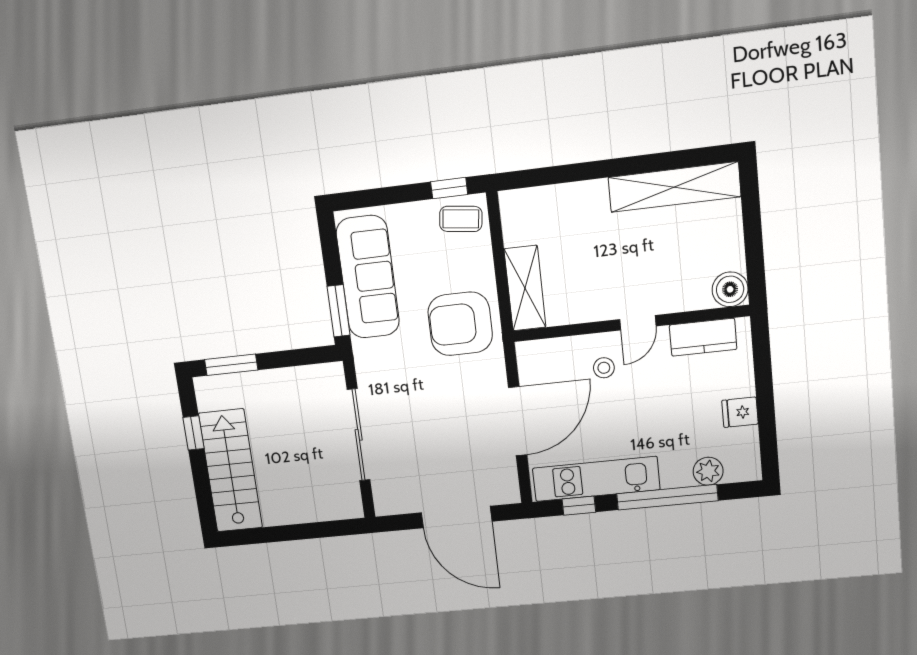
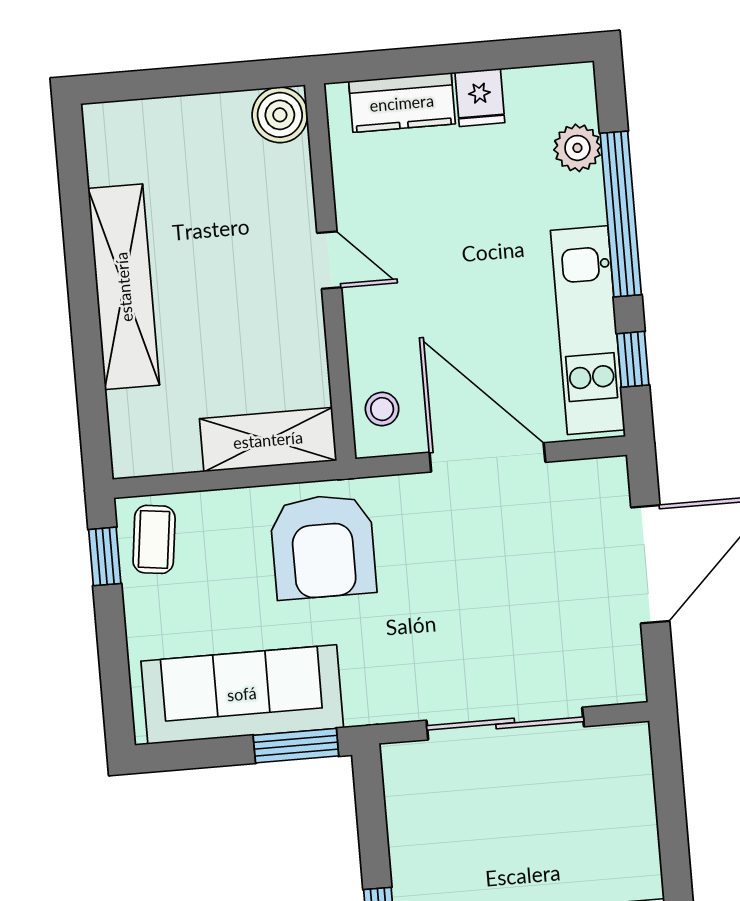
shelving: (674, 187) -> (124, 287), moved
kitchen counter: (703, 337) -> (402, 103), moved, turned 90
stool: (604, 368) -> (382, 409), moved

